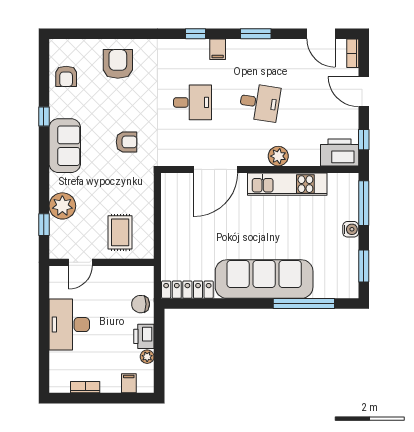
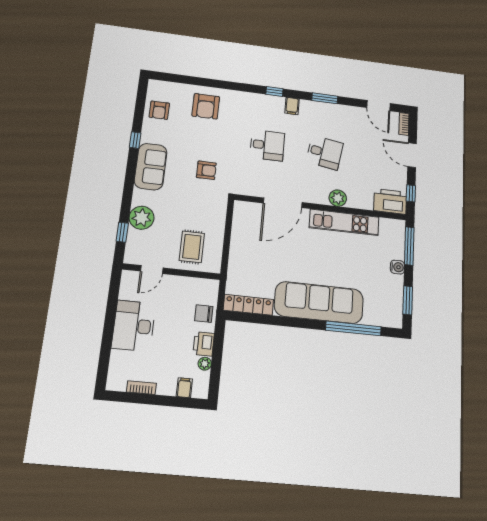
armchair: (118, 64) -> (206, 106), turned 180

